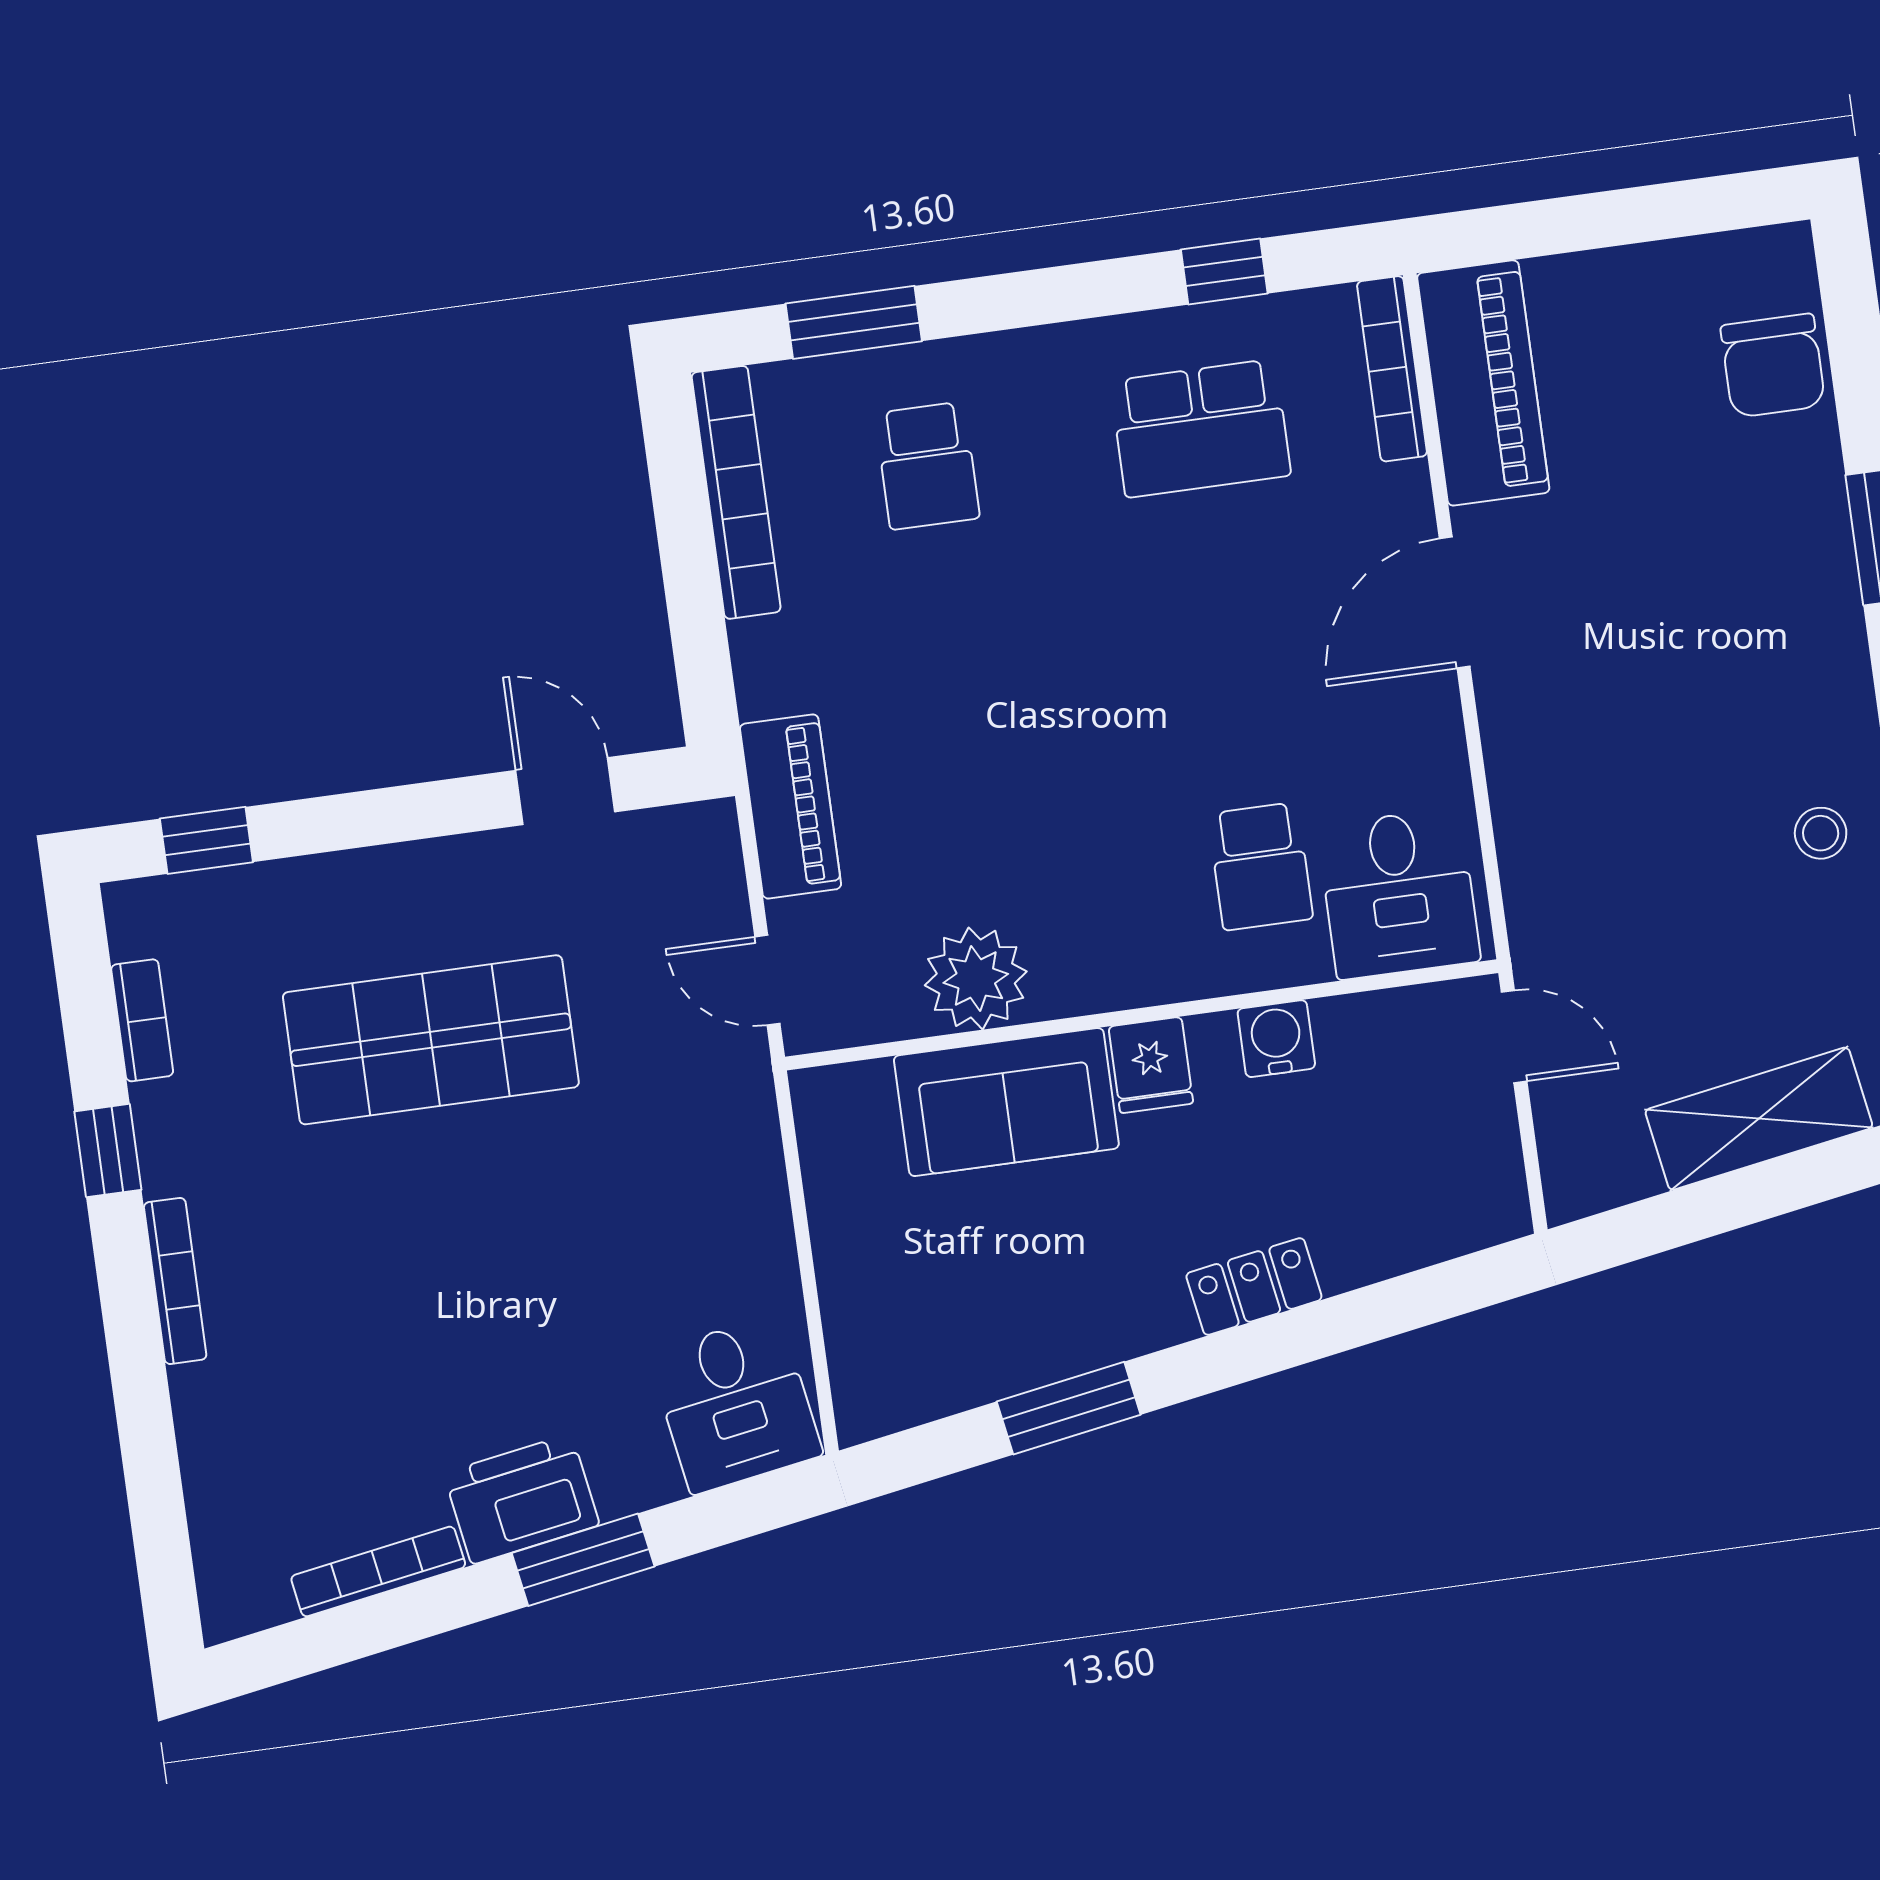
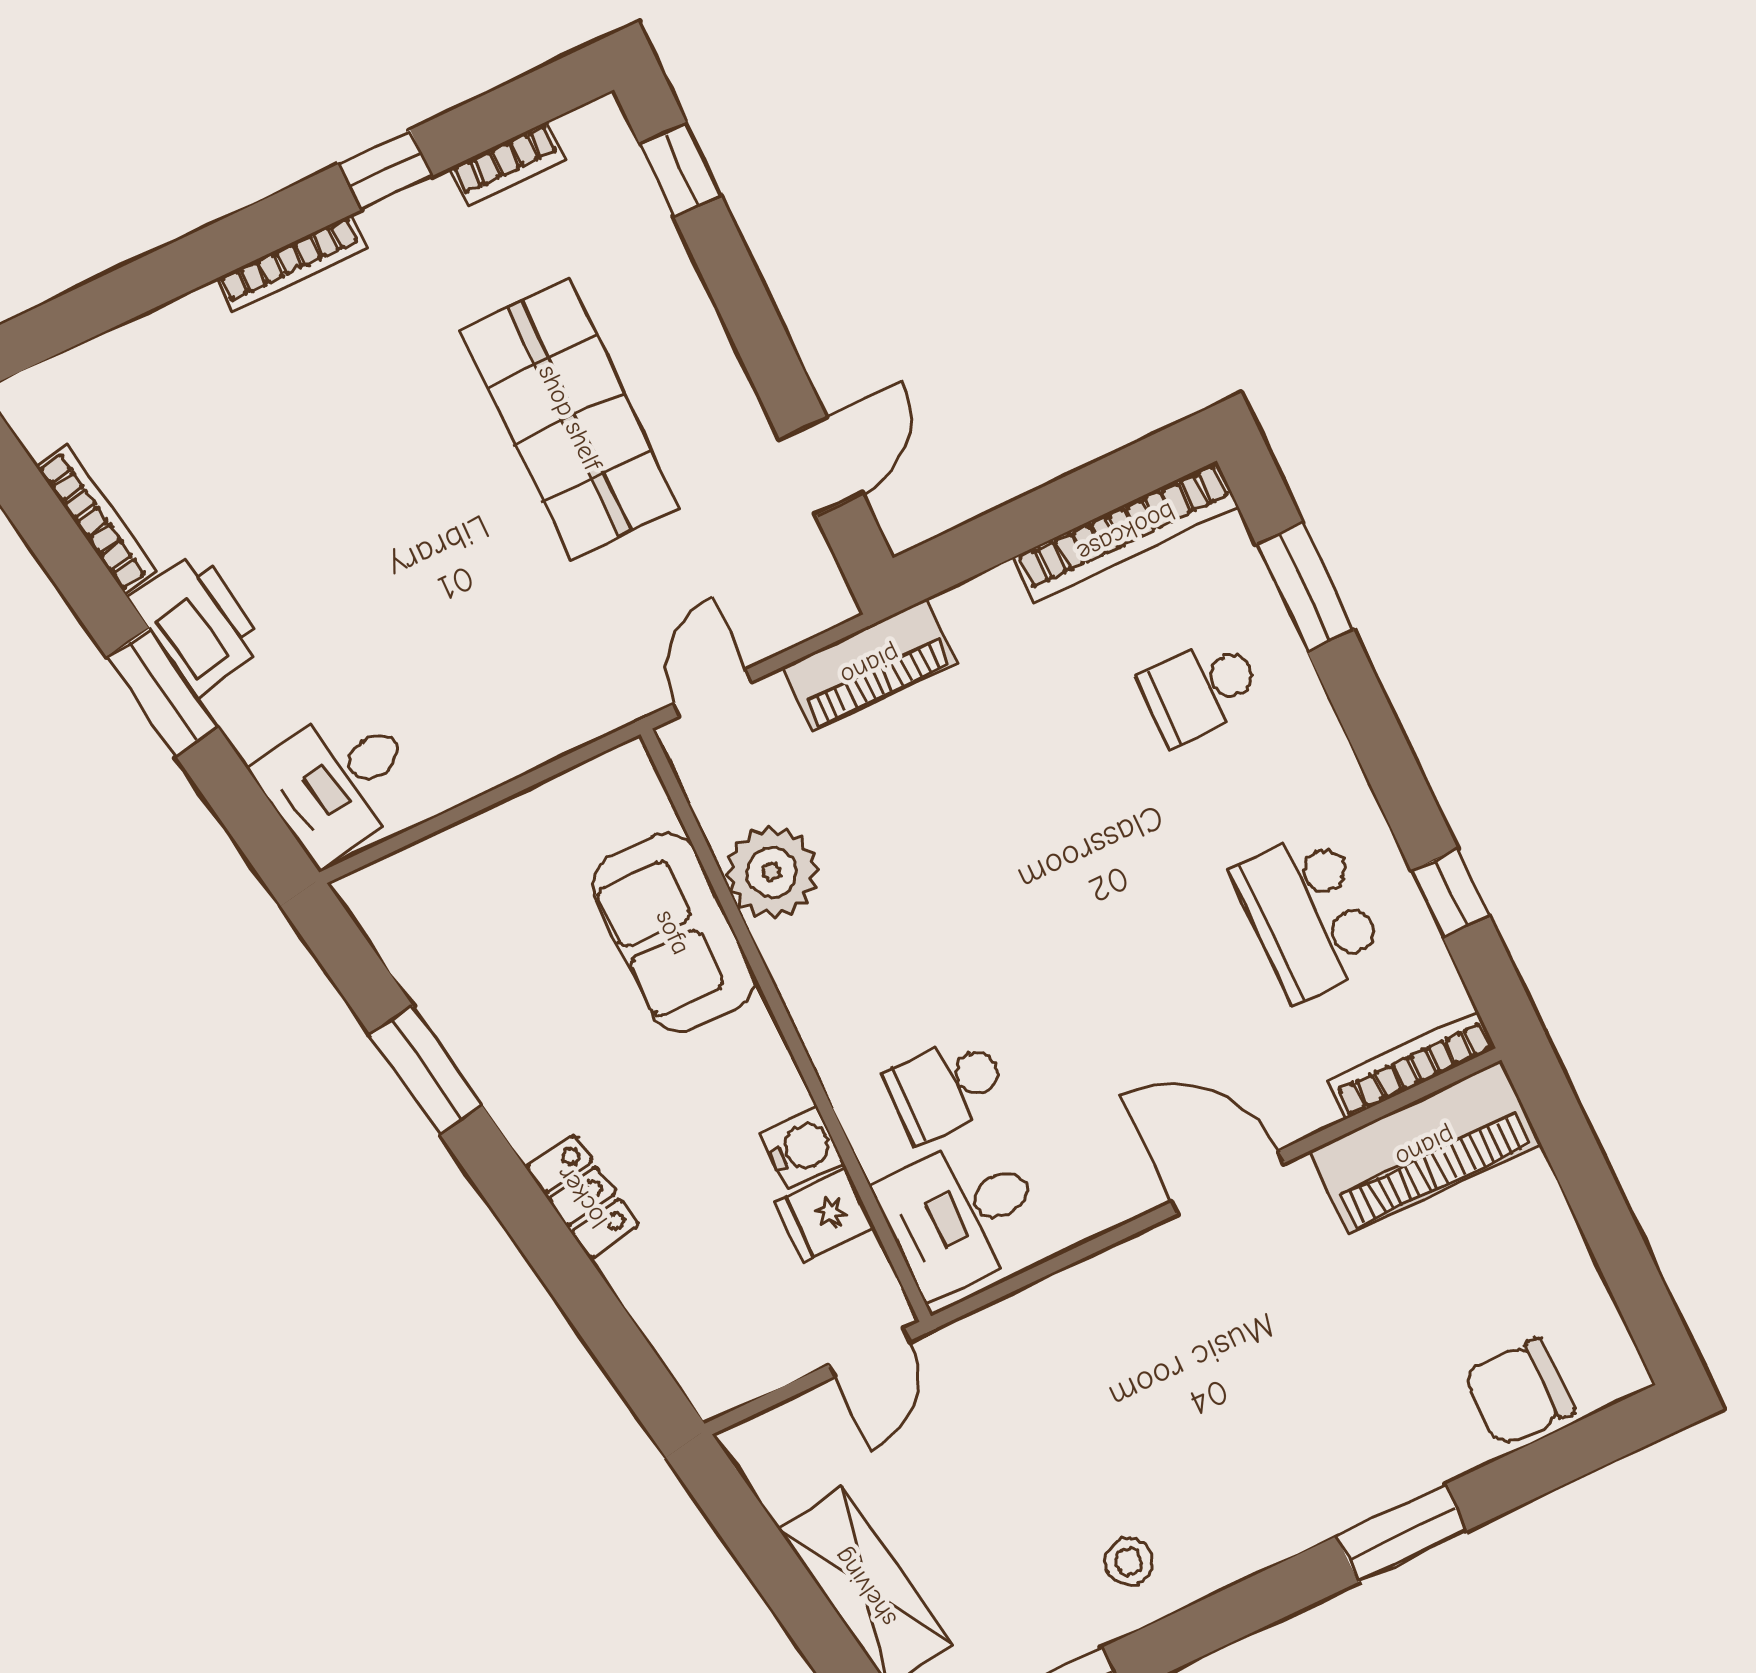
fridge: (1151, 1065) -> (825, 1215), moved

